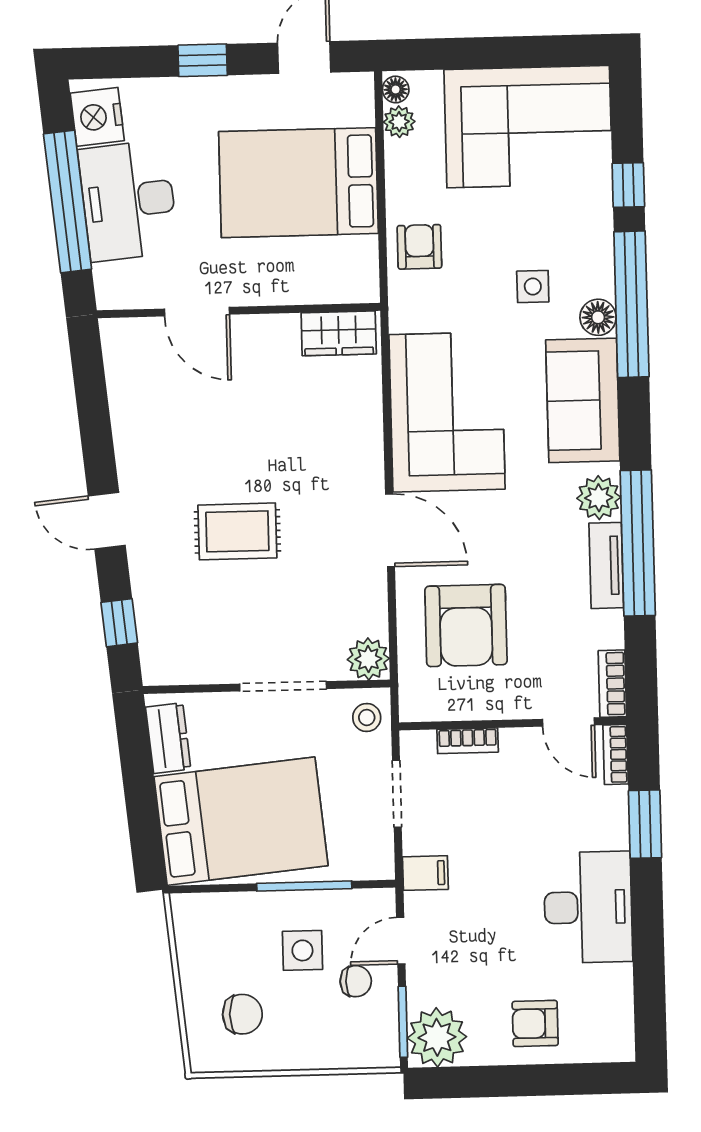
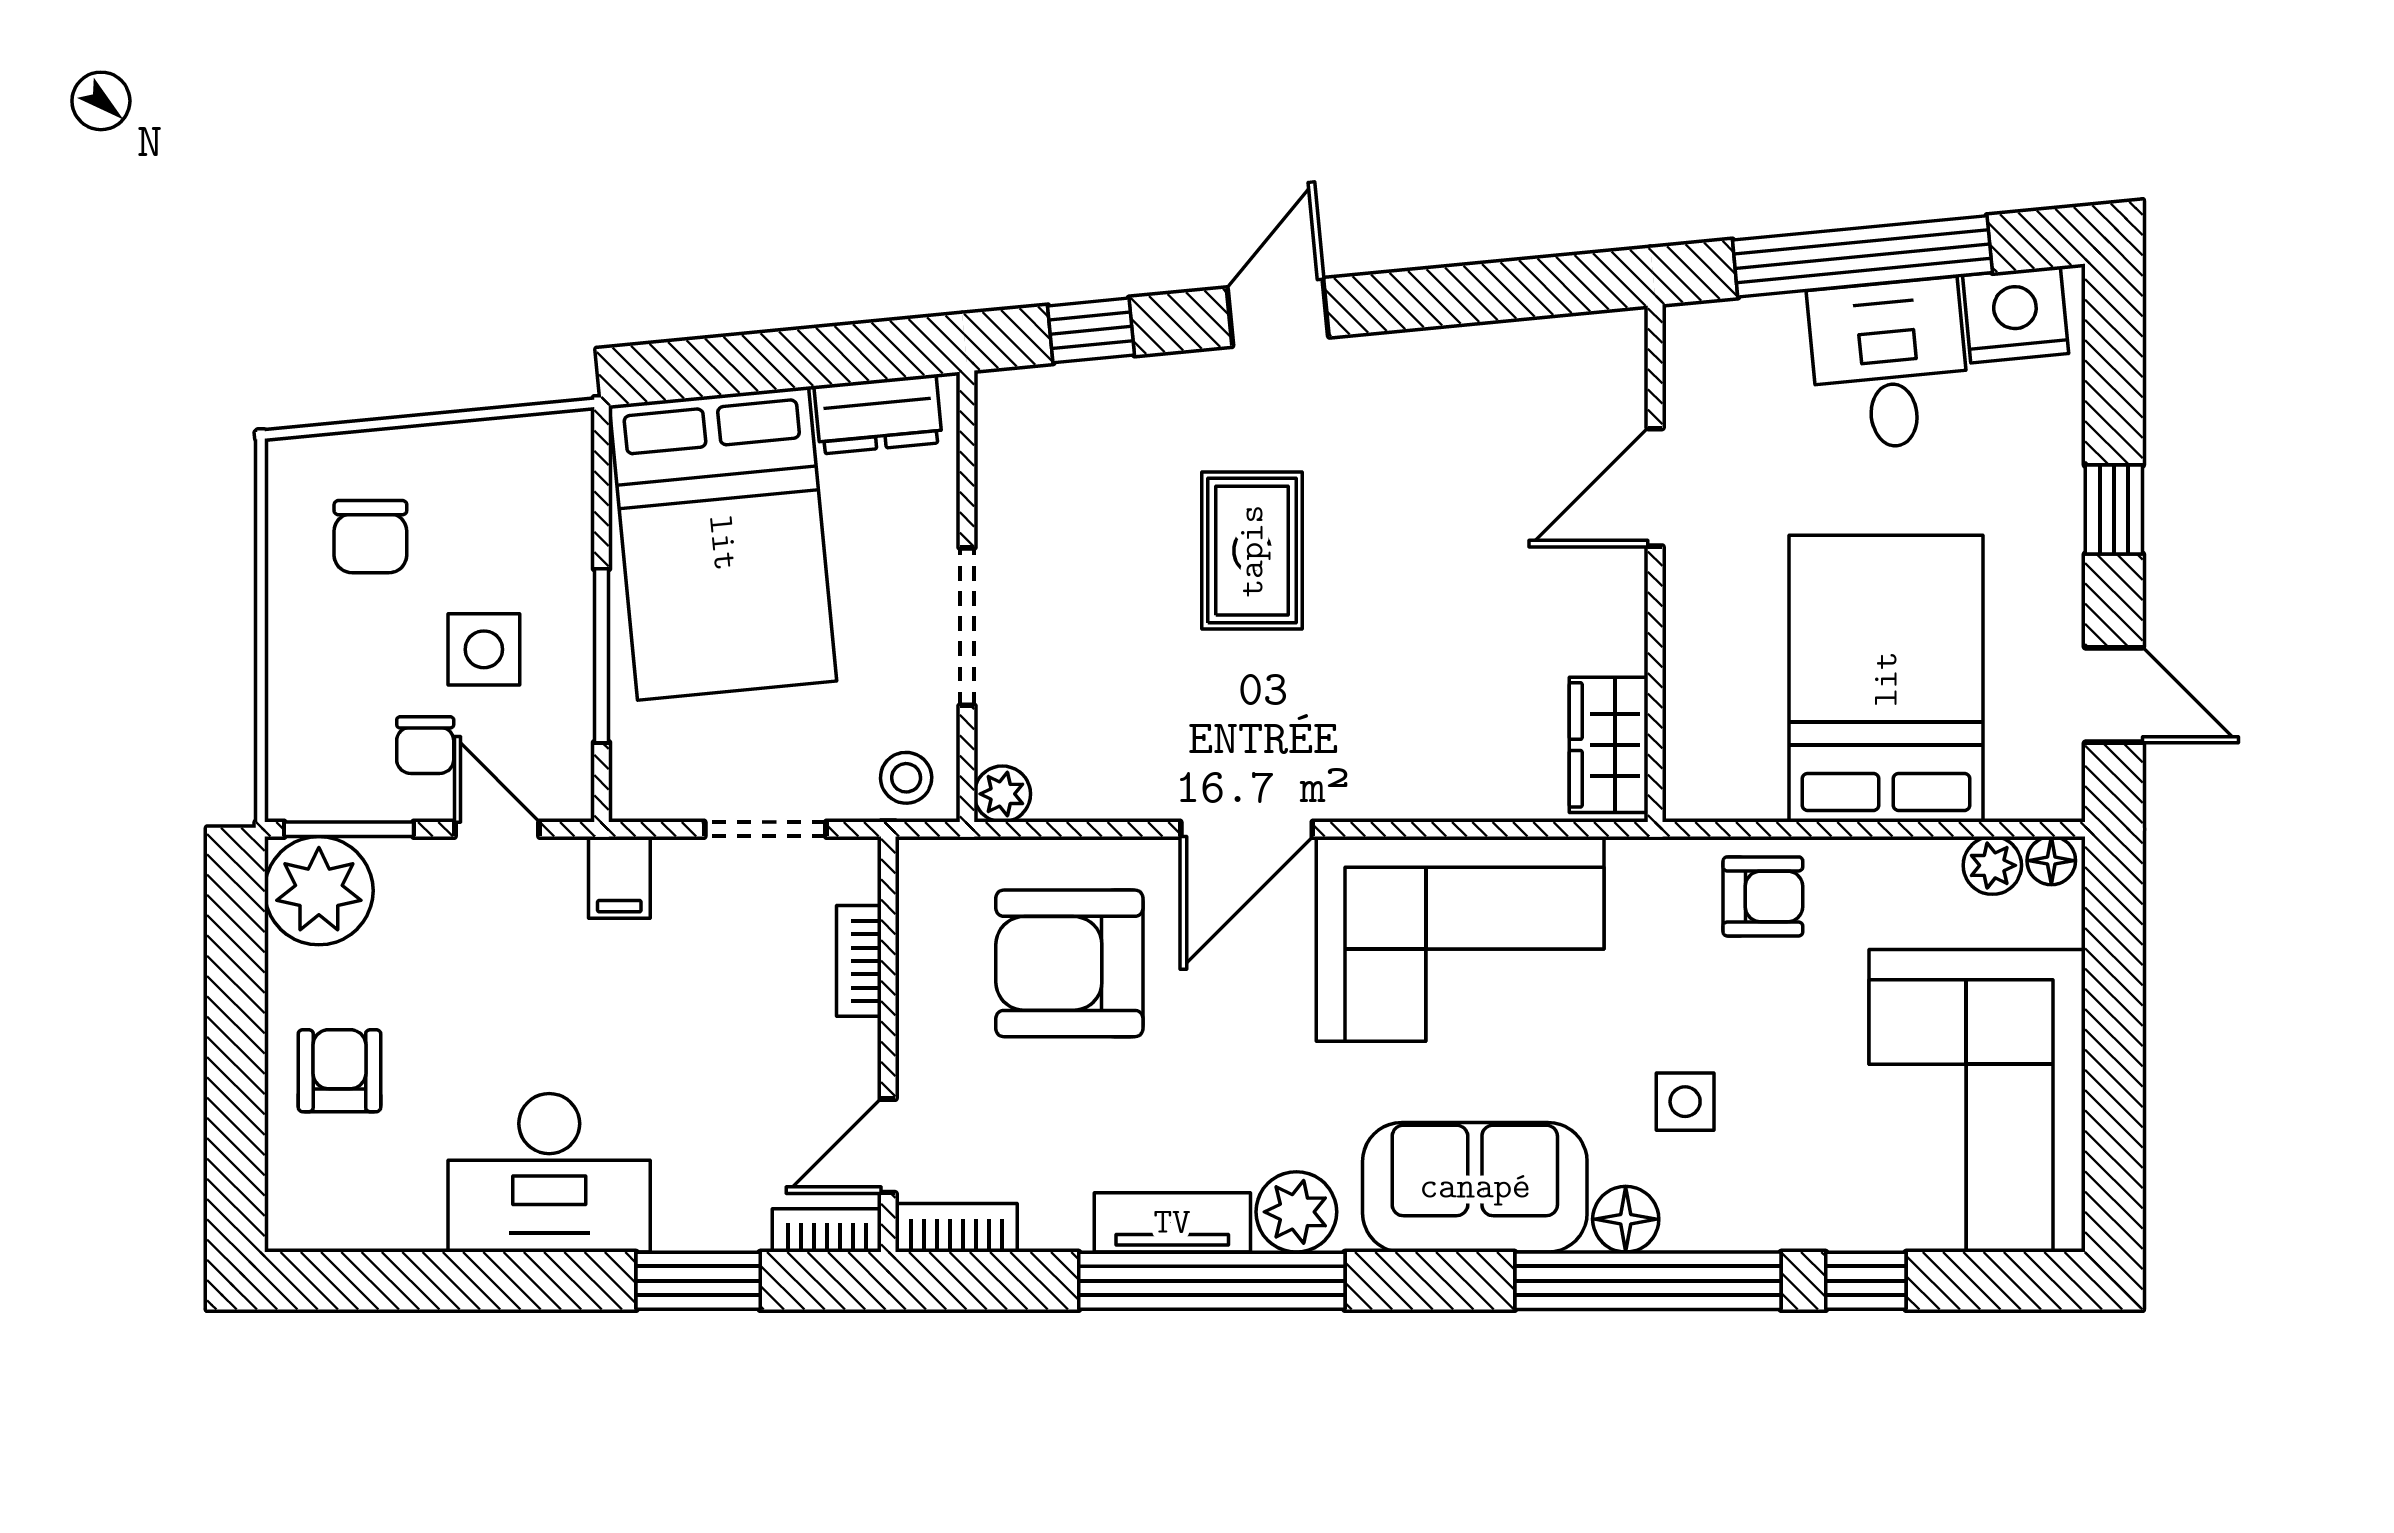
desk: (128, 201) -> (1889, 365), width x0.73
plant: (368, 659) -> (1002, 794), width x0.73, depth x0.73

